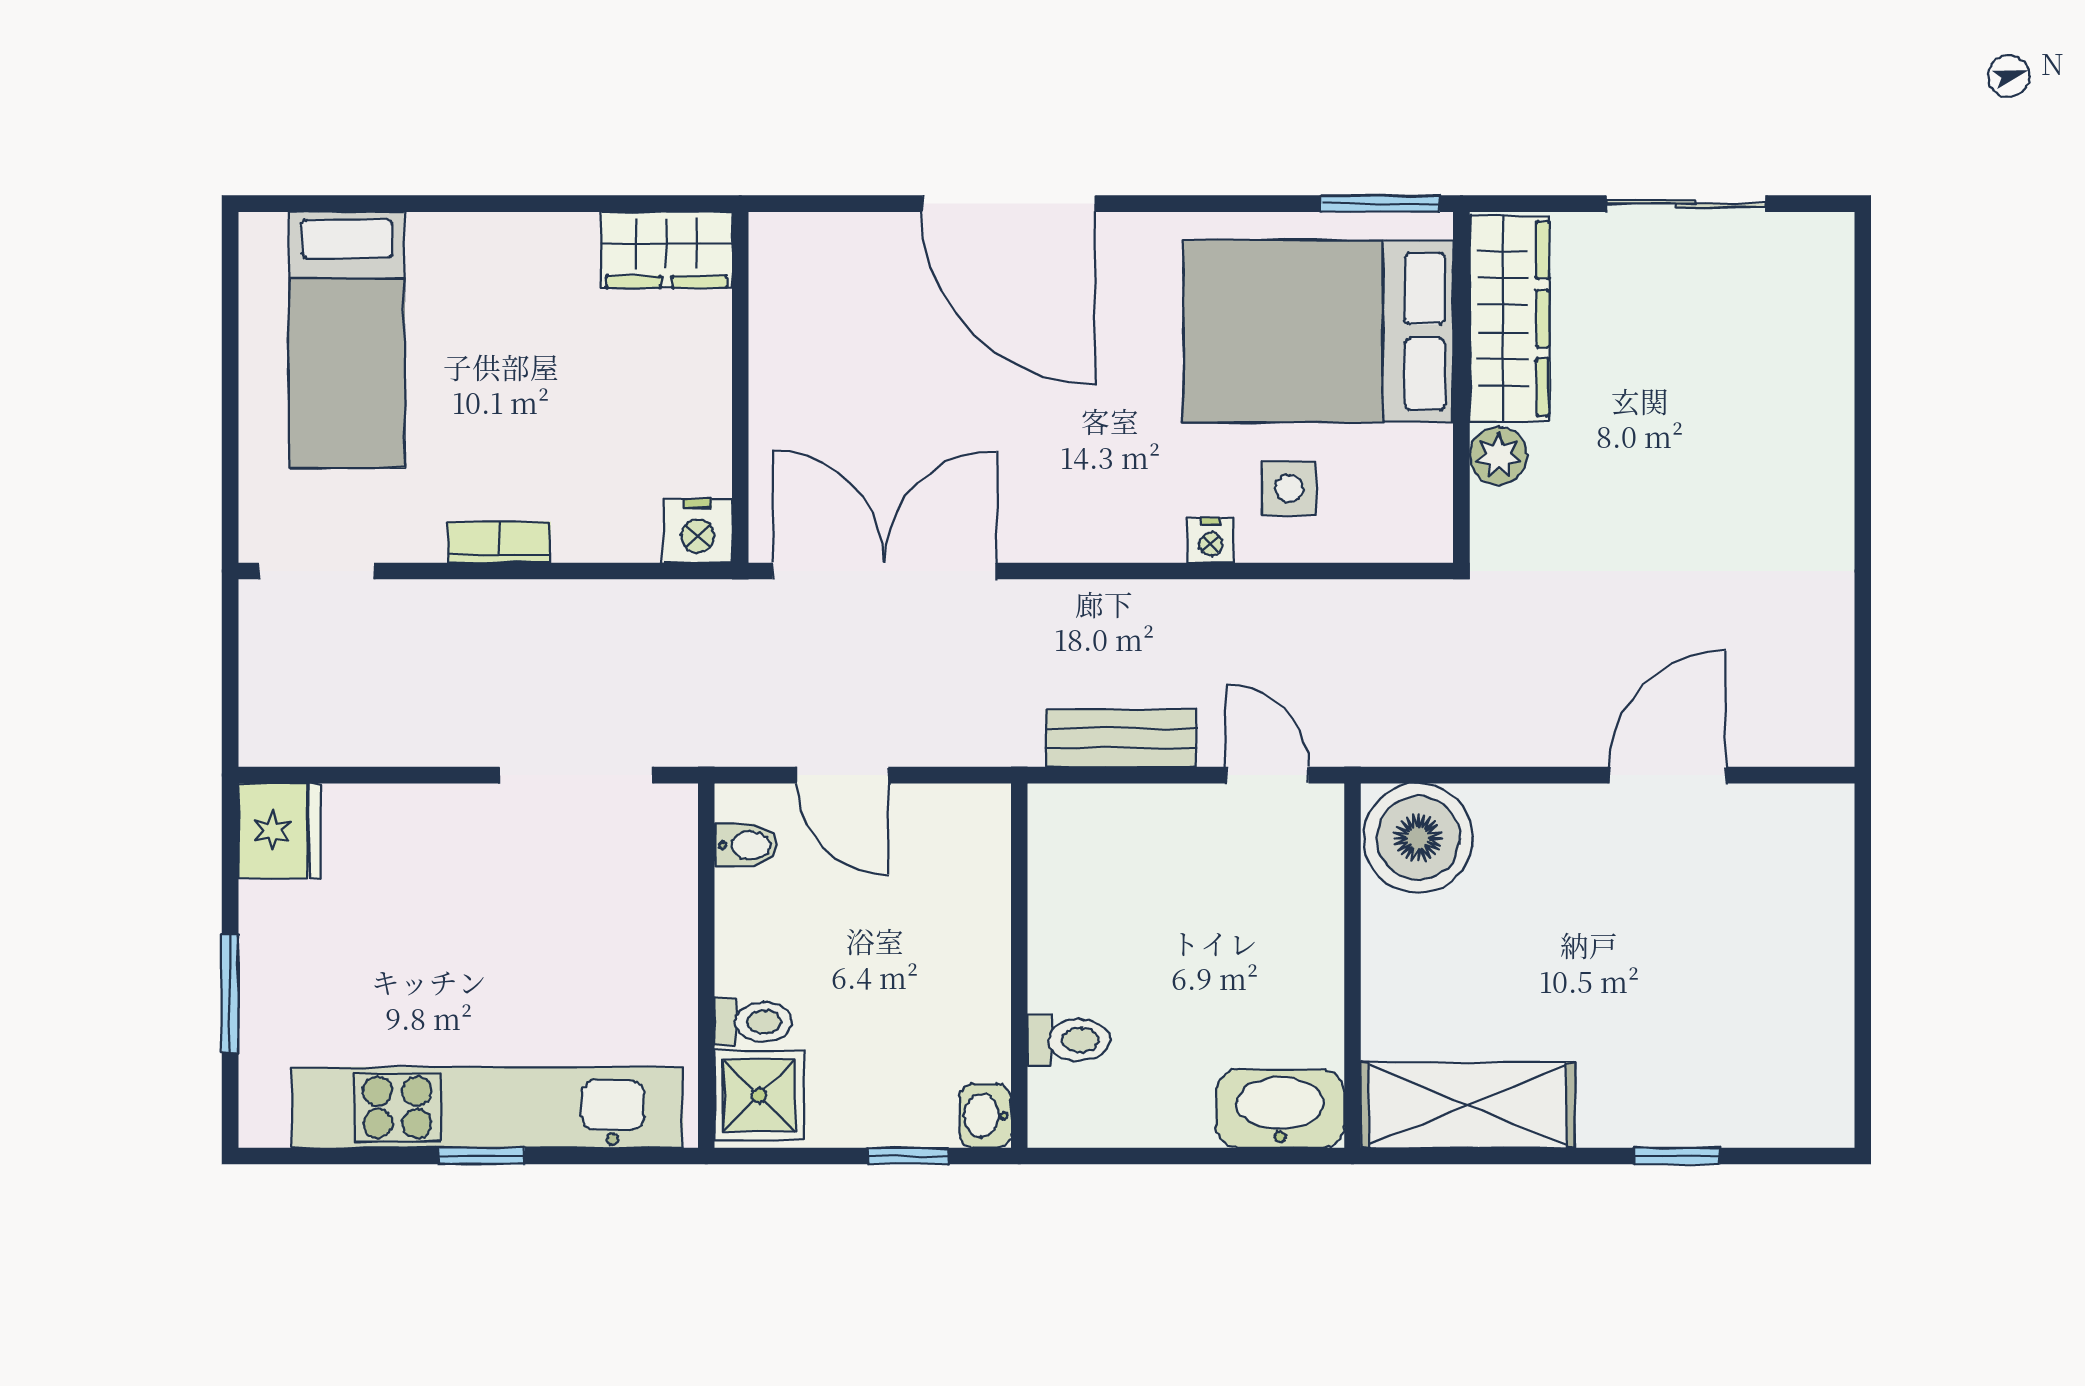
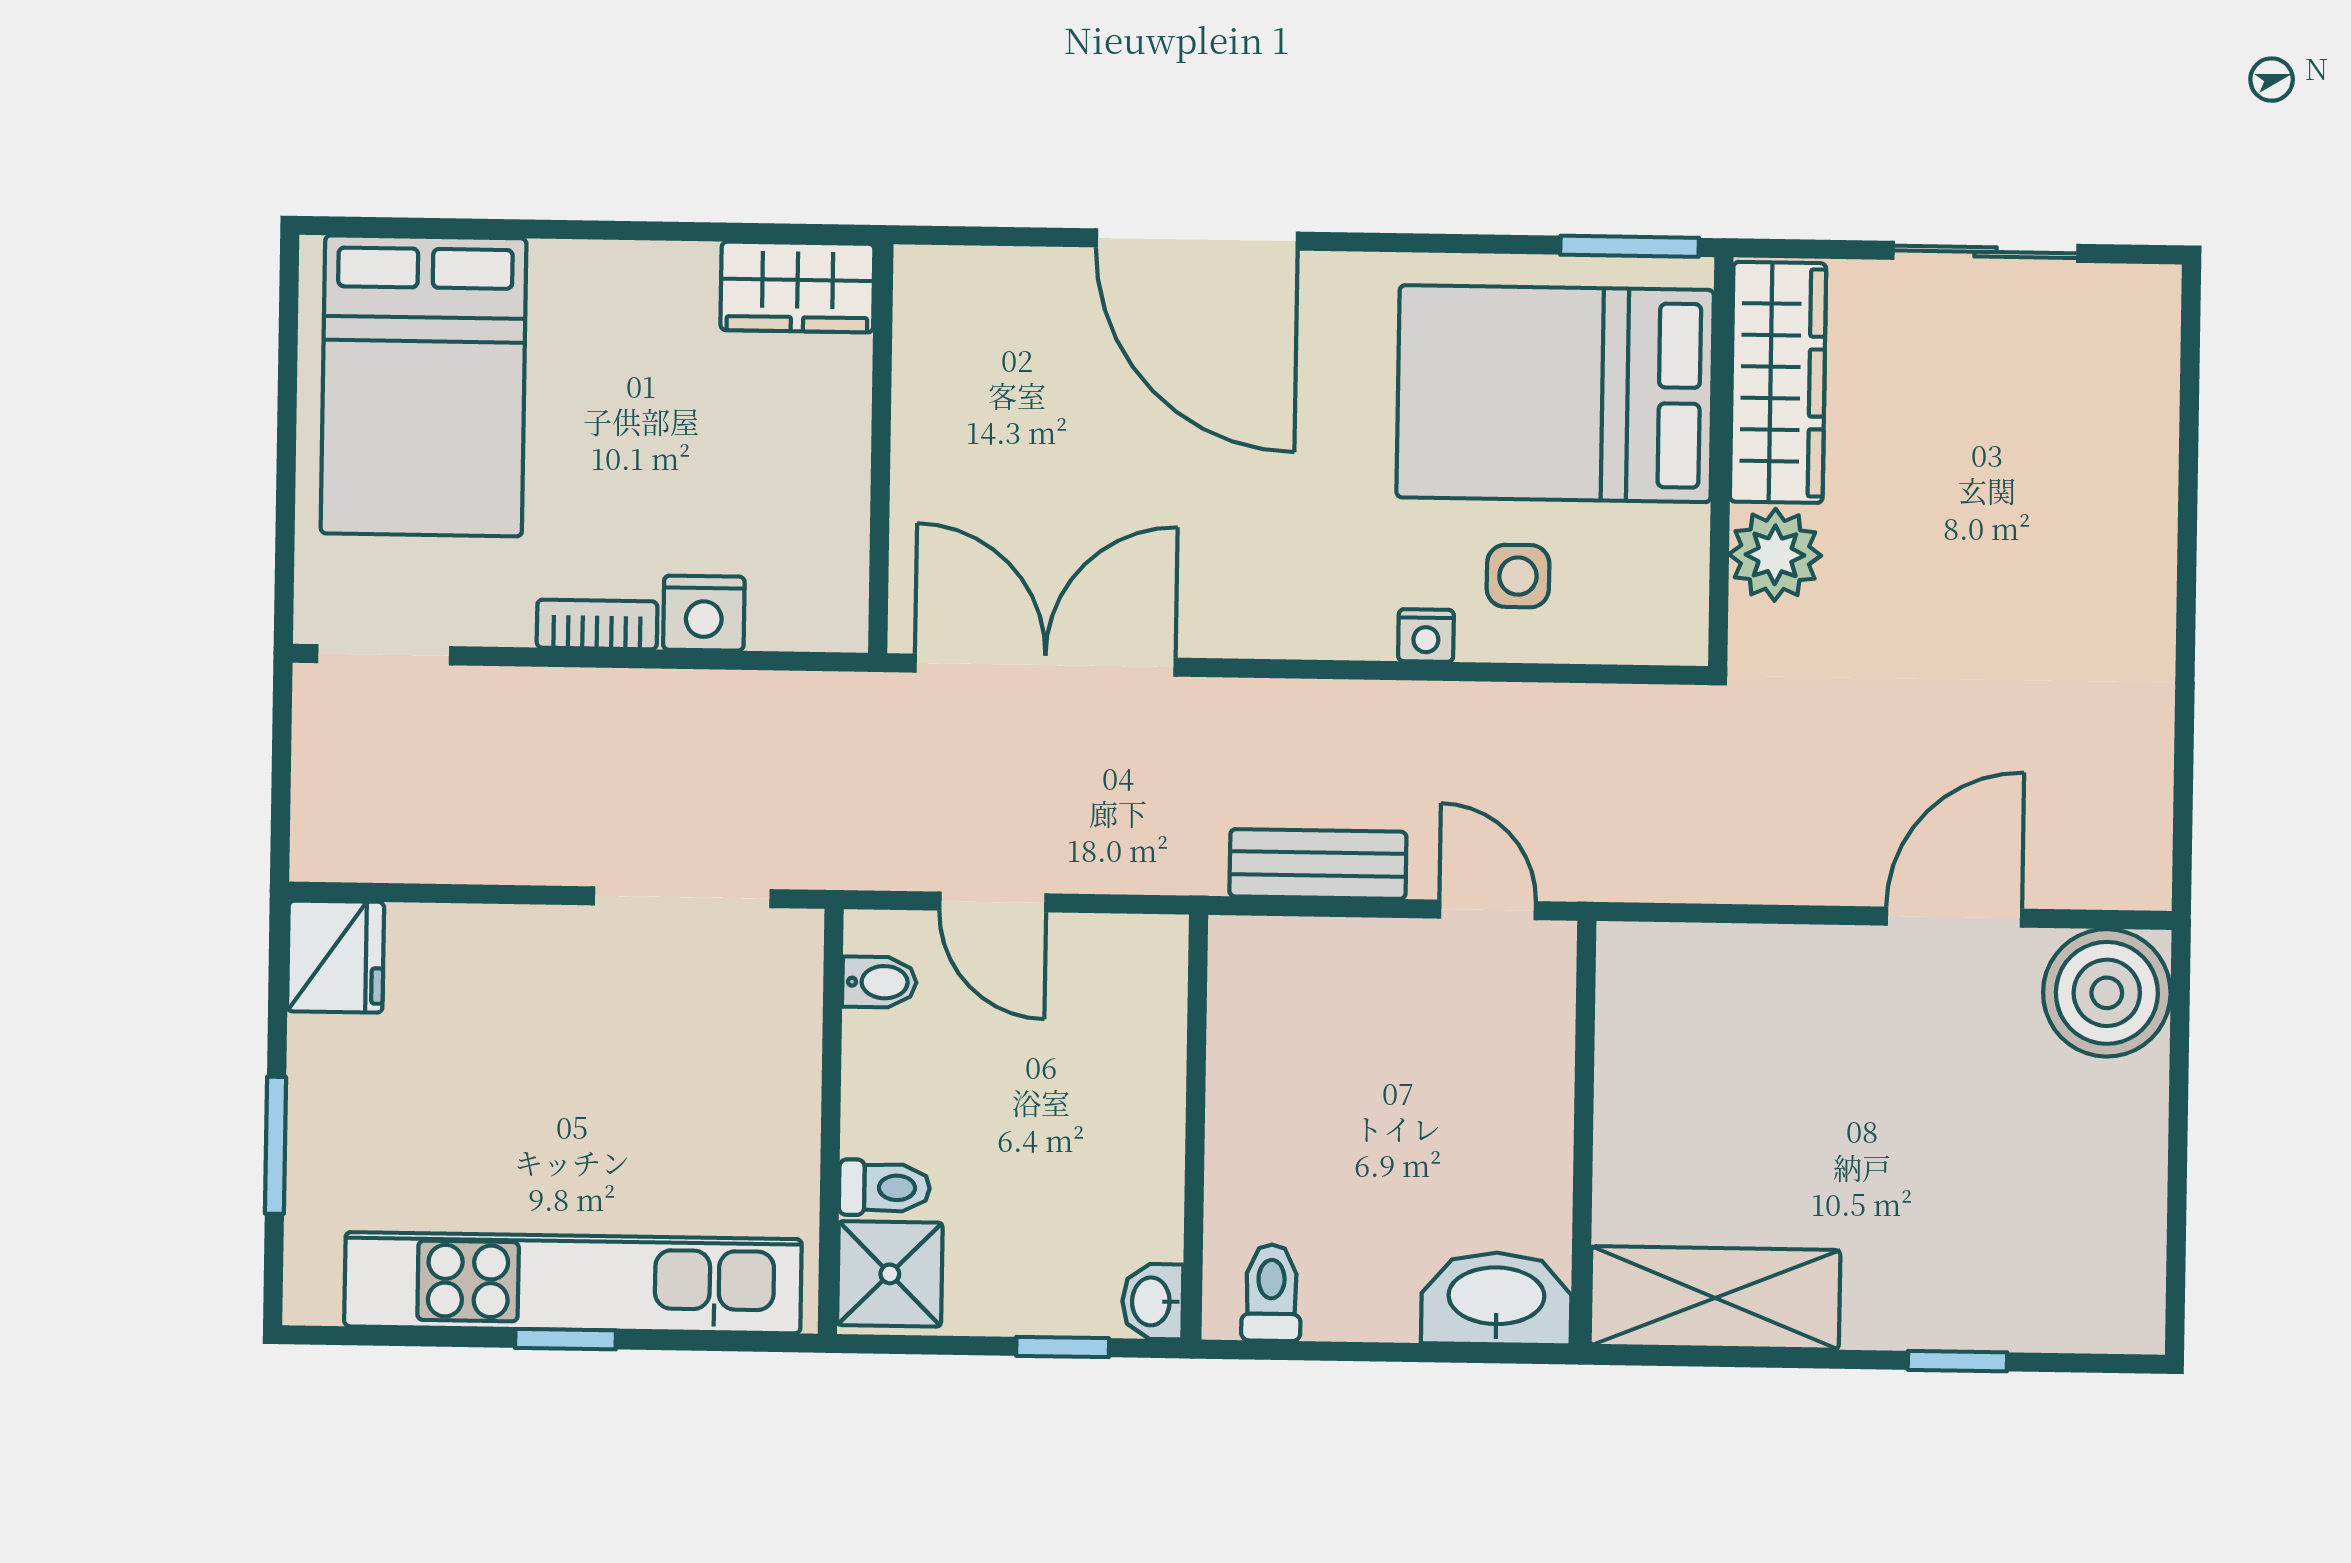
bed: (347, 340) -> (424, 386), width x1.50
plant: (1498, 456) -> (1775, 555), width x1.38, depth x1.38
nightstand: (698, 531) -> (704, 613), moved
boiler: (1418, 838) -> (2107, 993), moved
toilet: (1069, 1040) -> (1271, 1293), moved, turned -90

